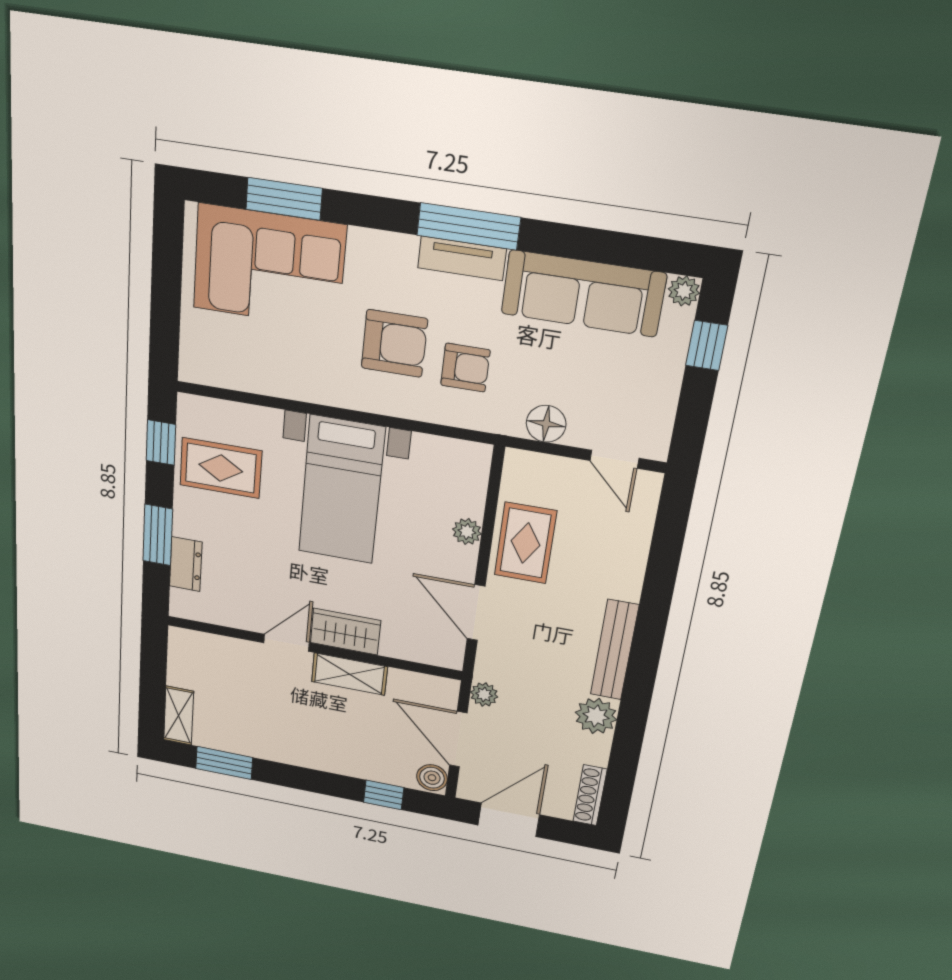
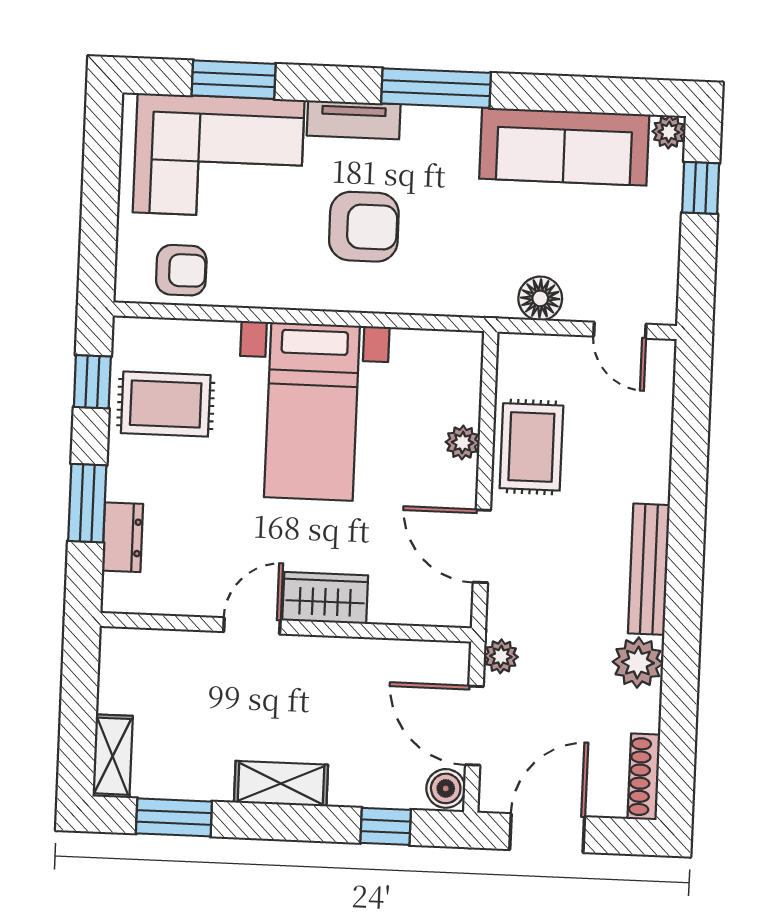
tv unit: (462, 258) -> (354, 120), moved
armchair: (465, 368) -> (181, 270), moved
shelving: (349, 674) -> (281, 784), moved

